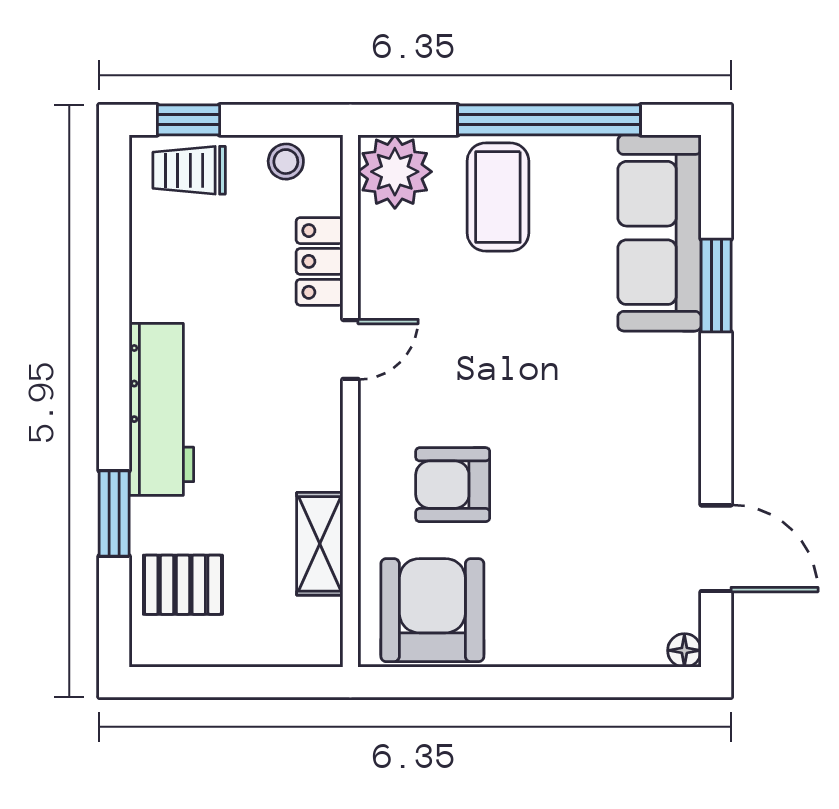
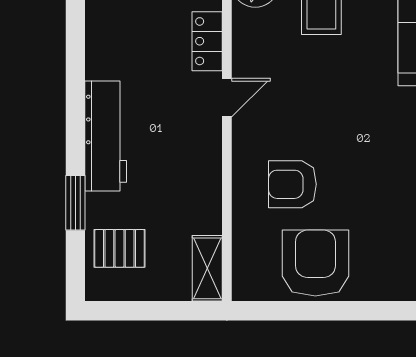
shelving: (320, 544) -> (207, 268), moved
armchair: (432, 610) -> (315, 263), moved

